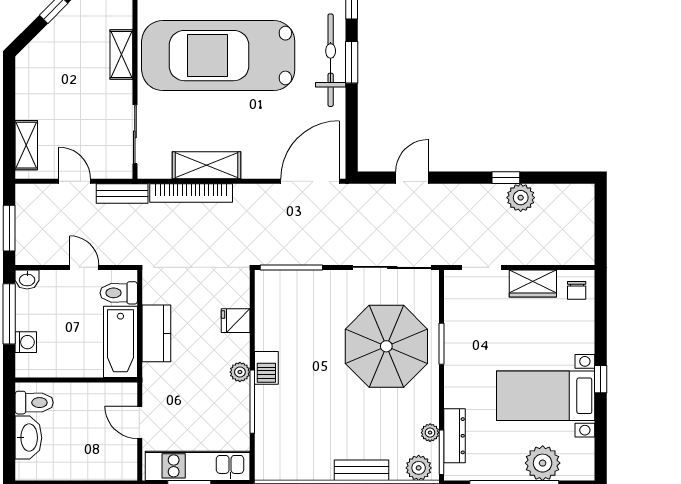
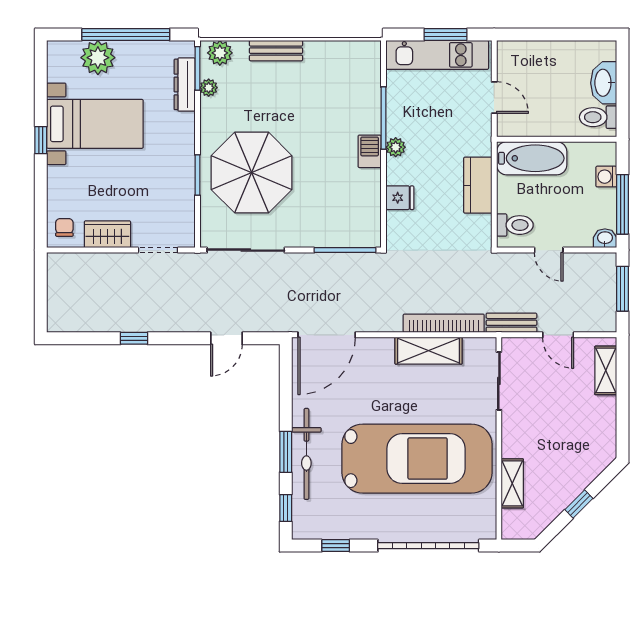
shelving: (121, 54) -> (512, 483), moved
plant: (521, 198) -> (119, 319), removed
bathtub: (120, 342) -> (532, 158), moved, turned 90

